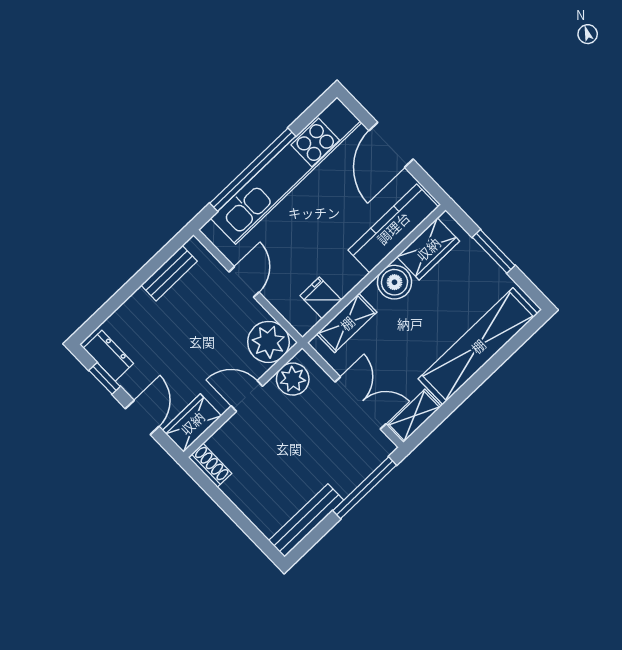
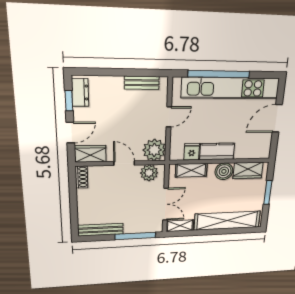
kitchen counter: (393, 228) -> (217, 151), moved, width x0.67

